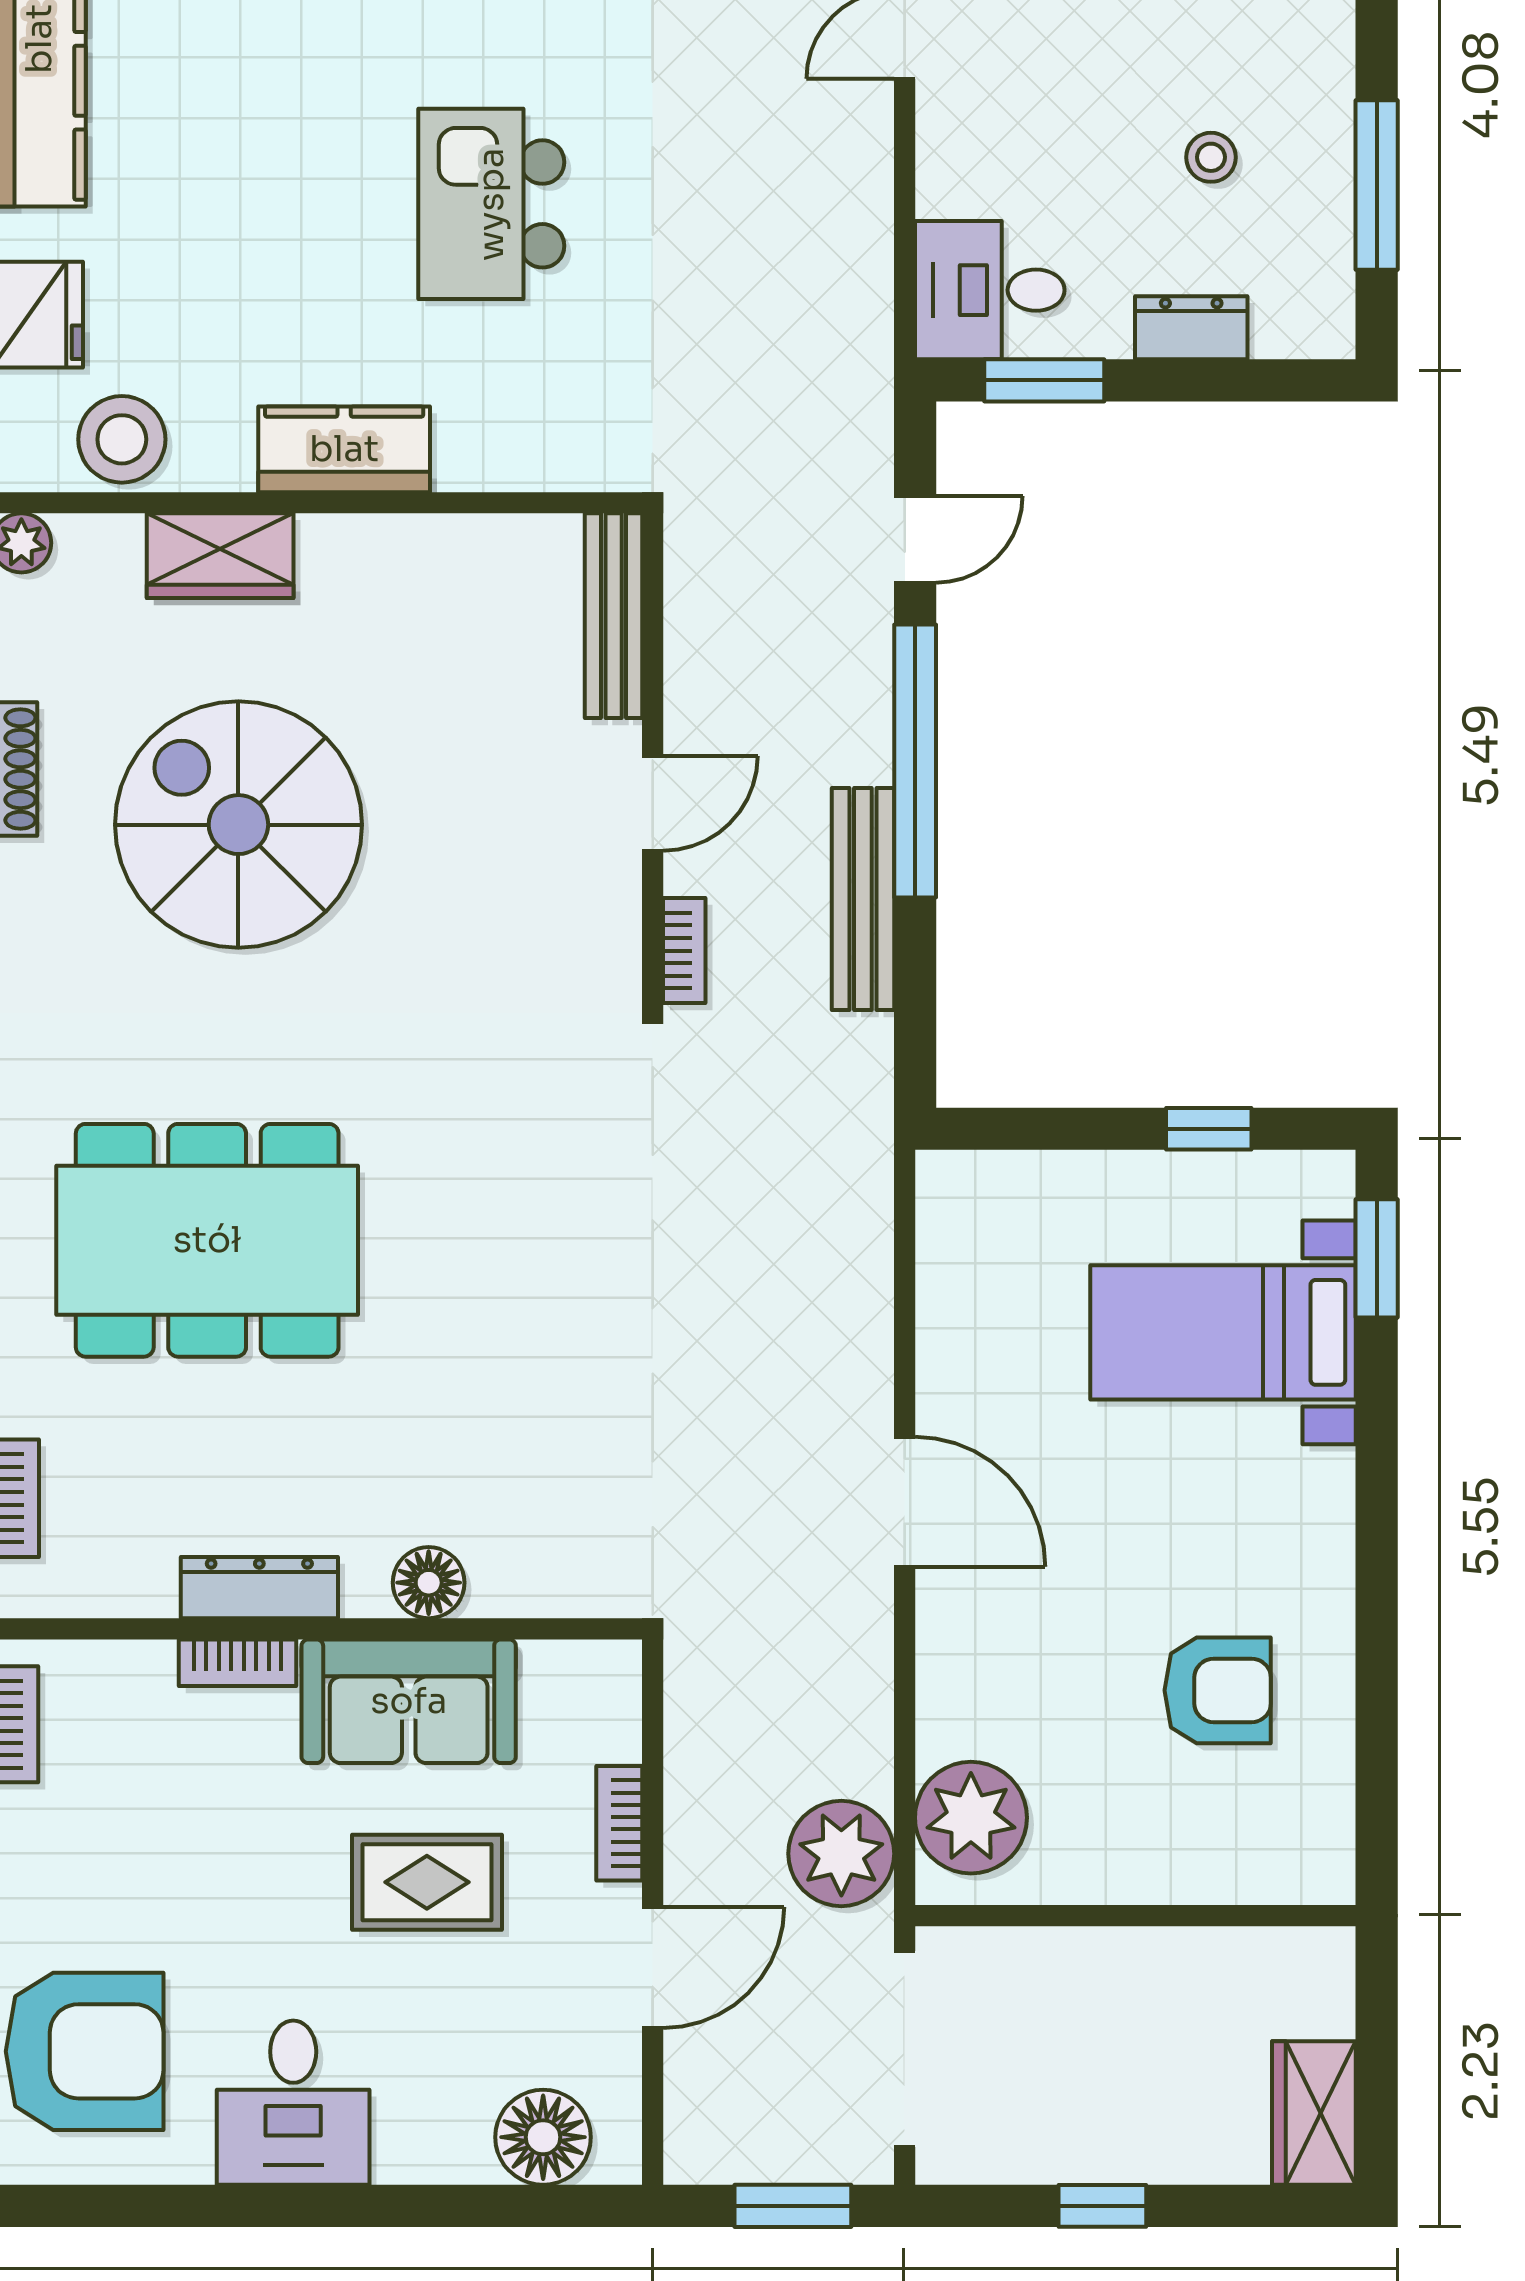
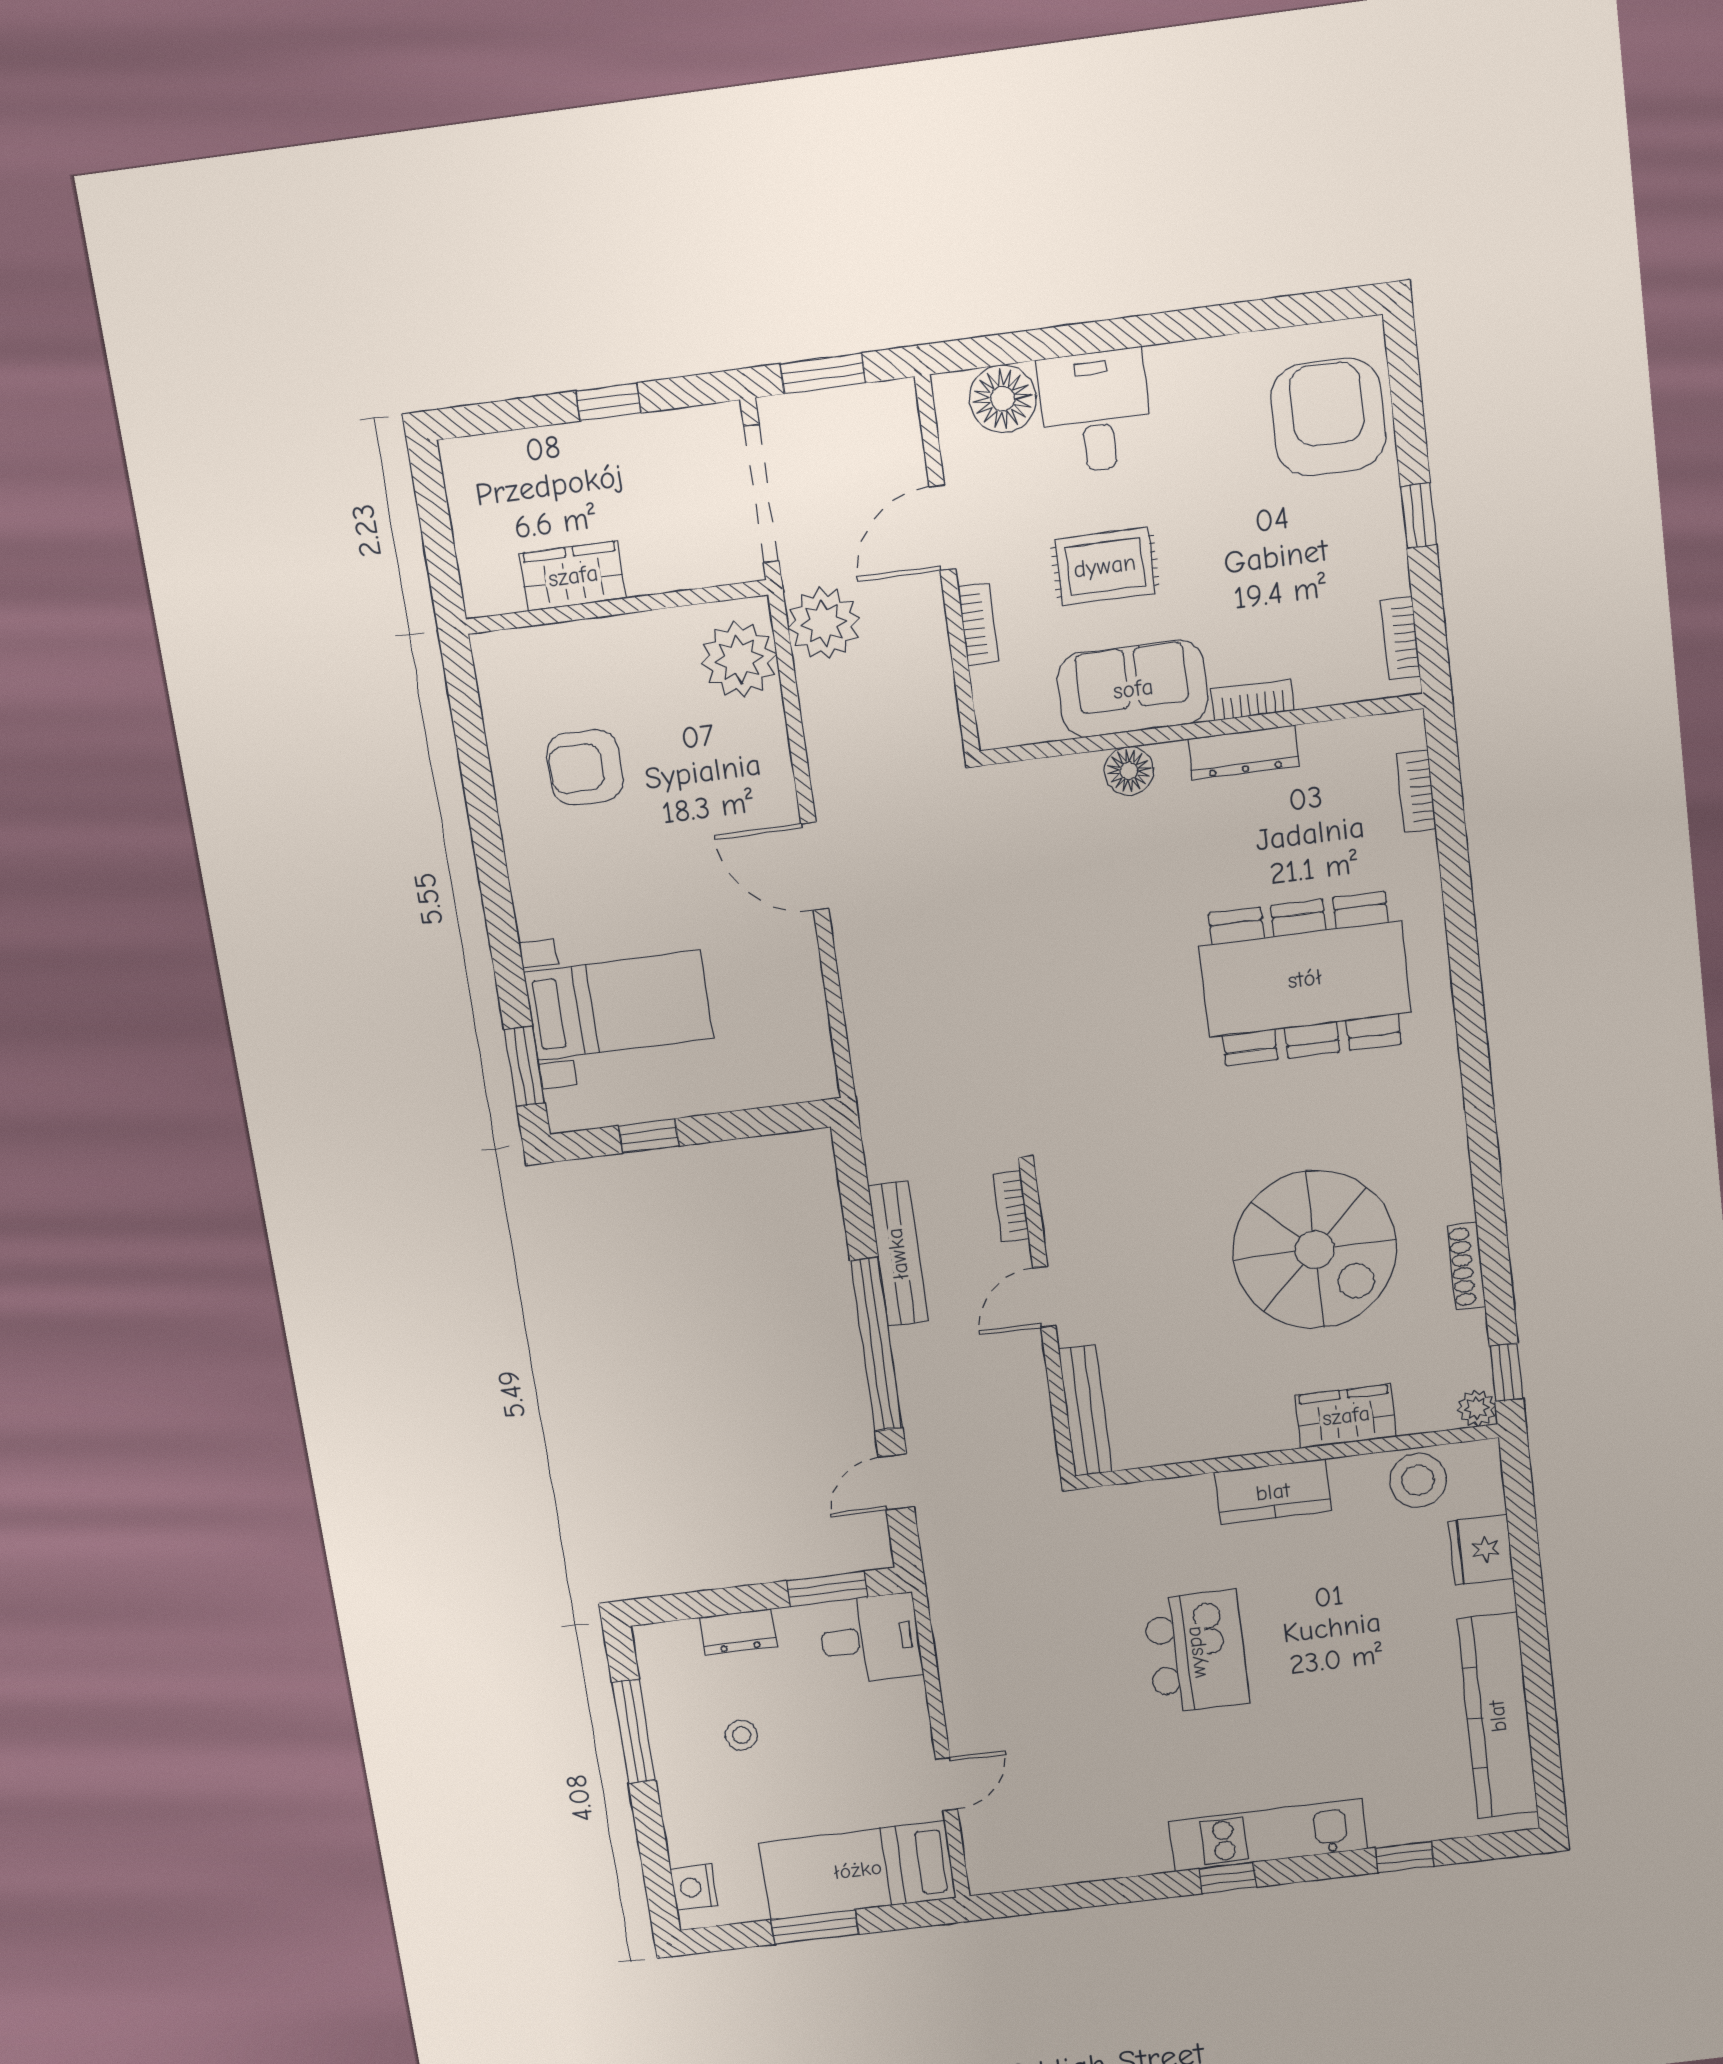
armchair: (85, 2051) -> (1328, 417), turned 90
desk: (293, 2103) -> (1096, 411), moved
wardrobe: (1314, 2113) -> (573, 576), moved, turned -90

